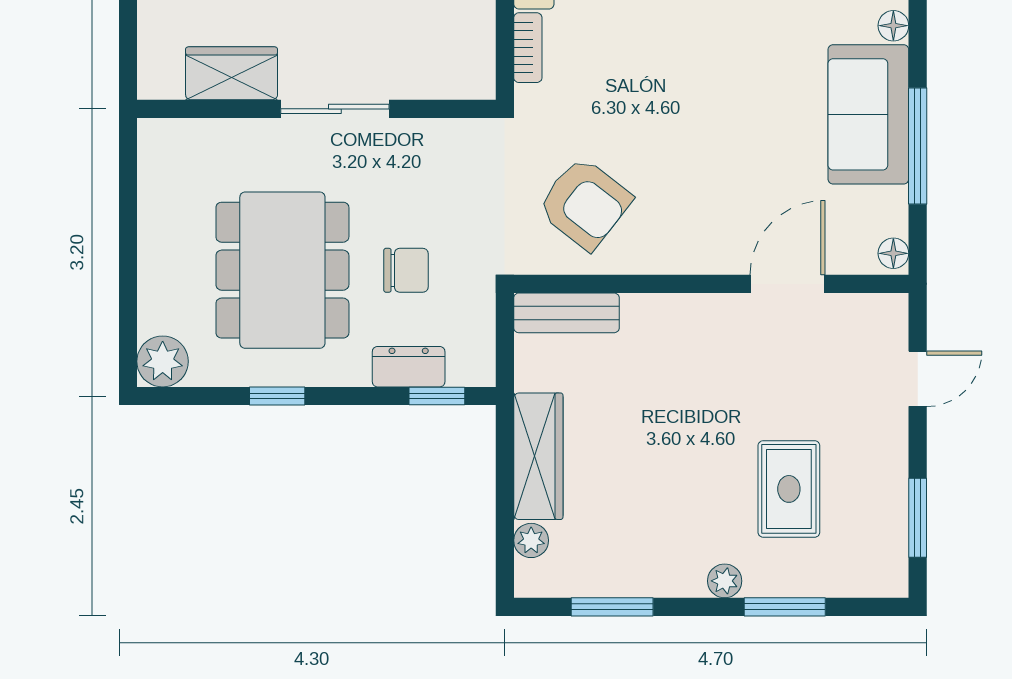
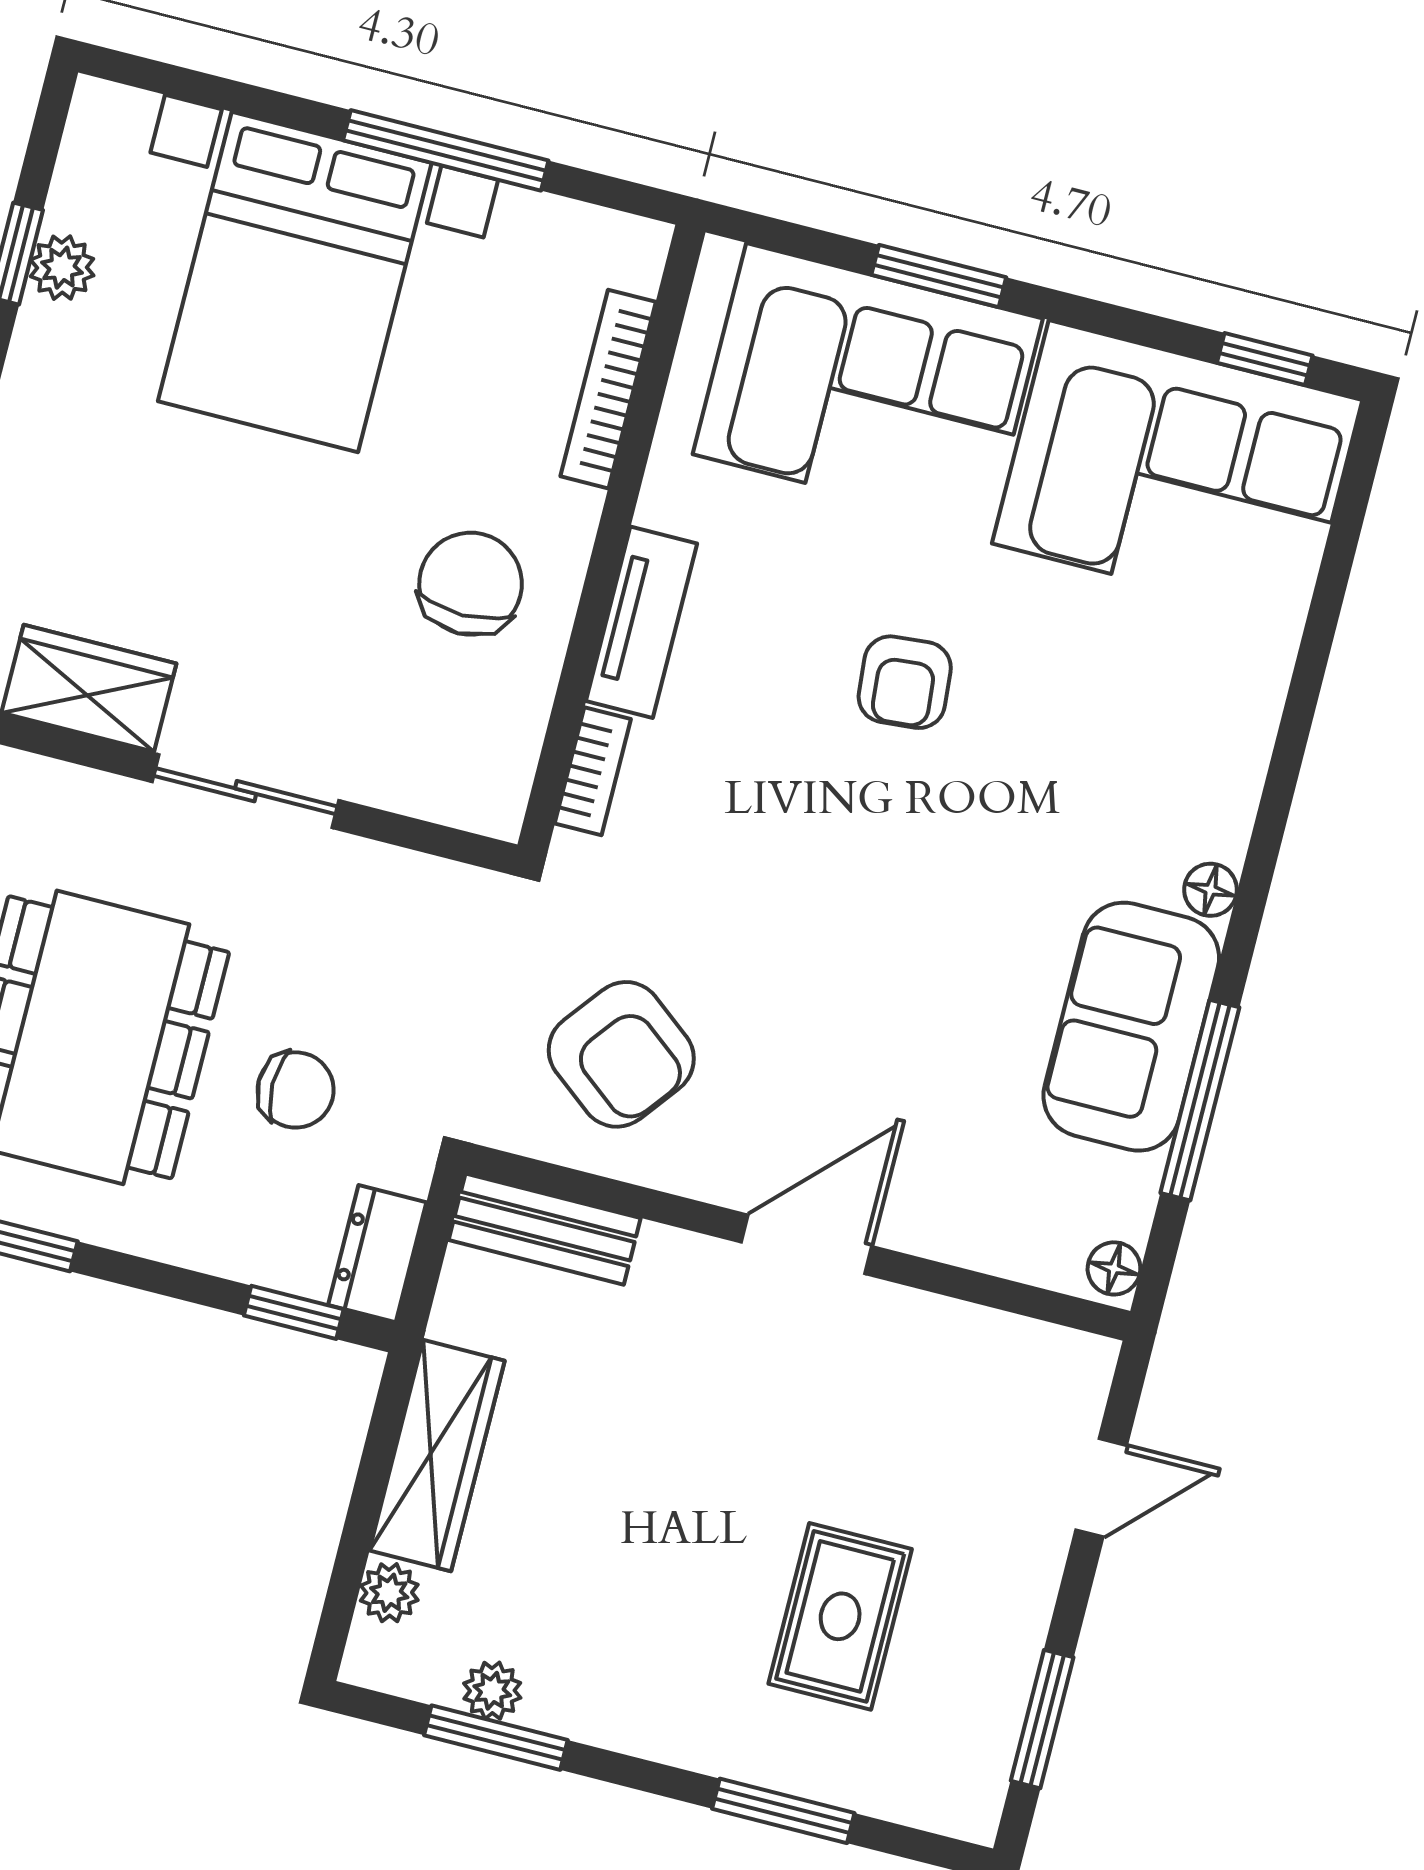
door: (788, 284) -> (807, 1244), moved
dresser: (409, 367) -> (377, 1254), moved, turned -90
plant: (725, 581) -> (492, 1691), moved

